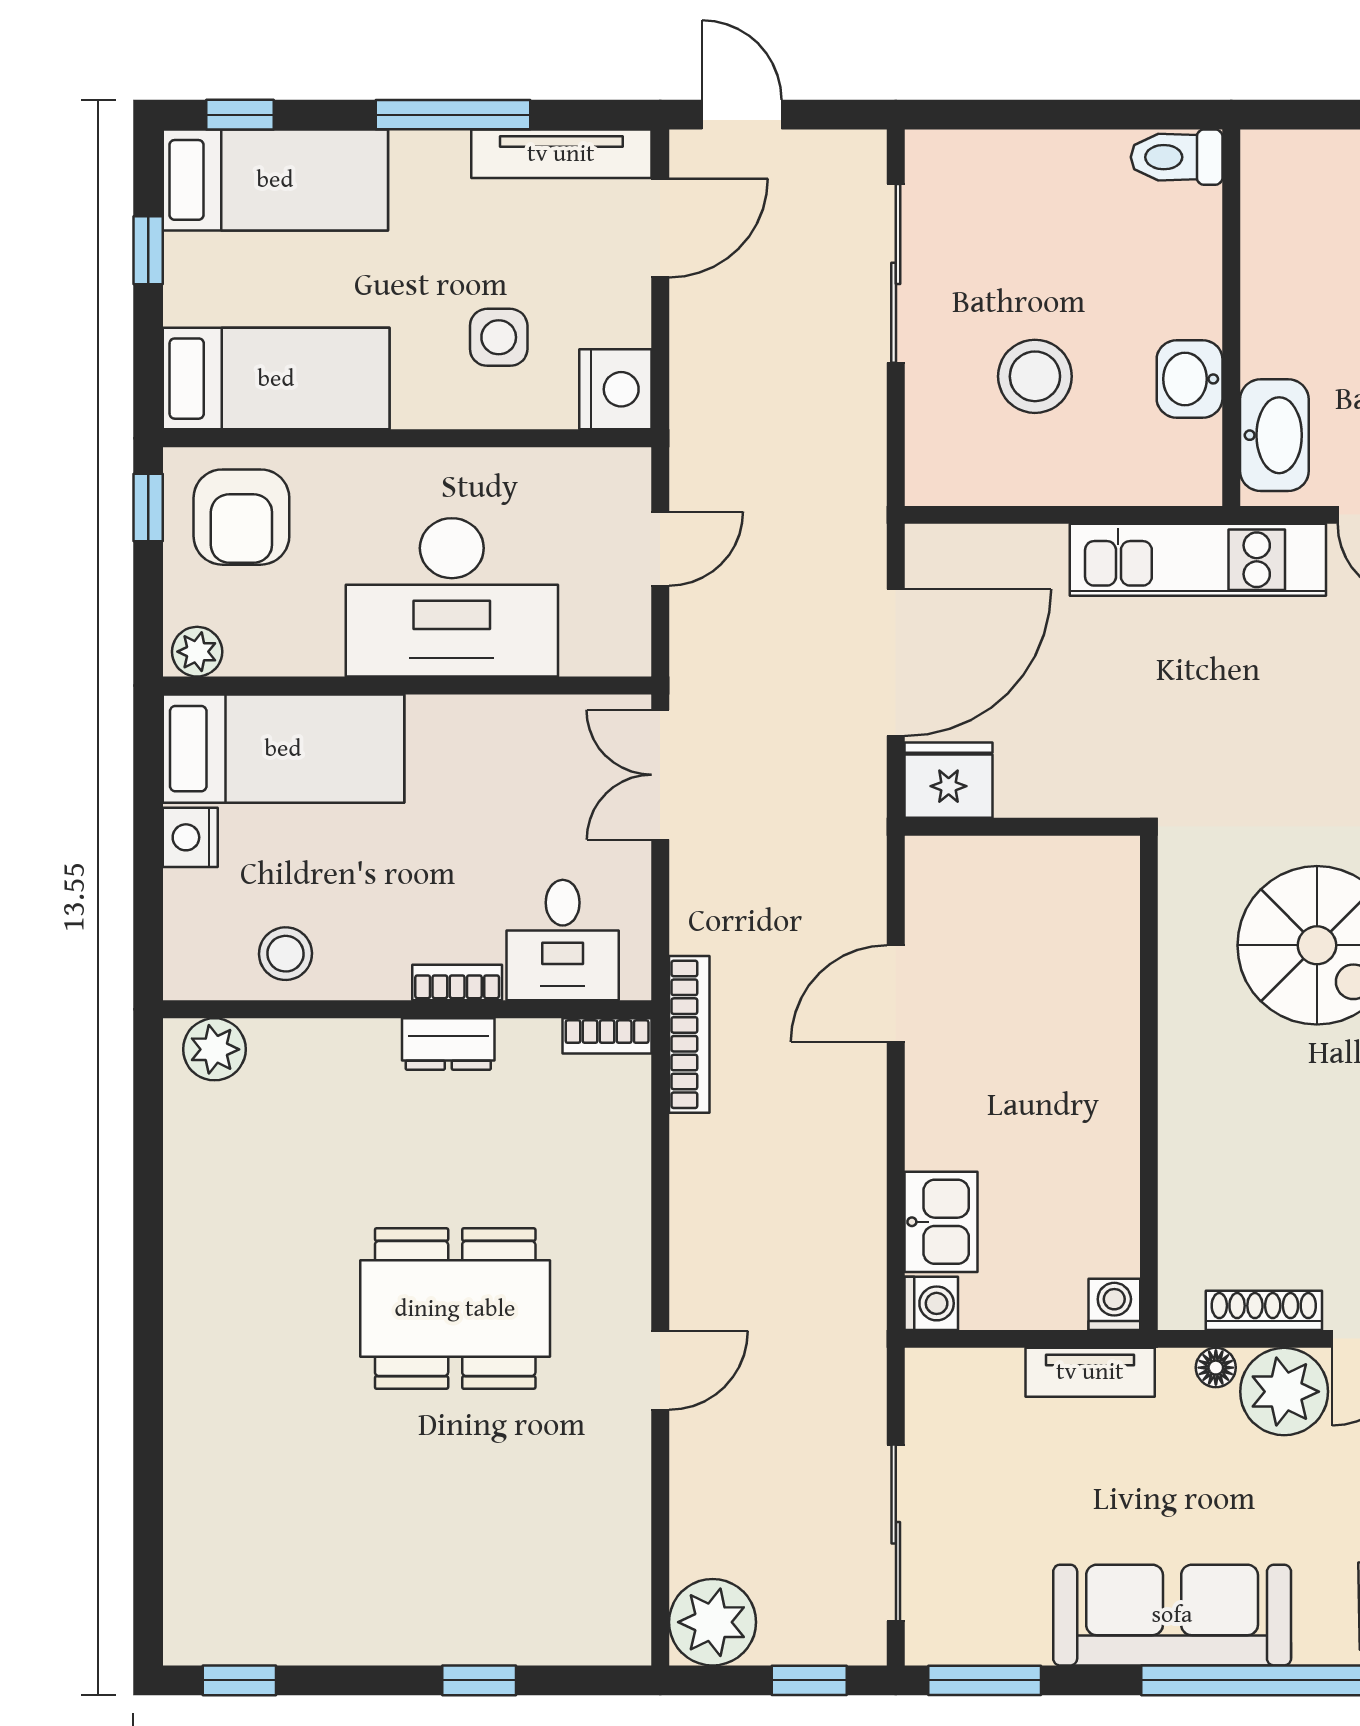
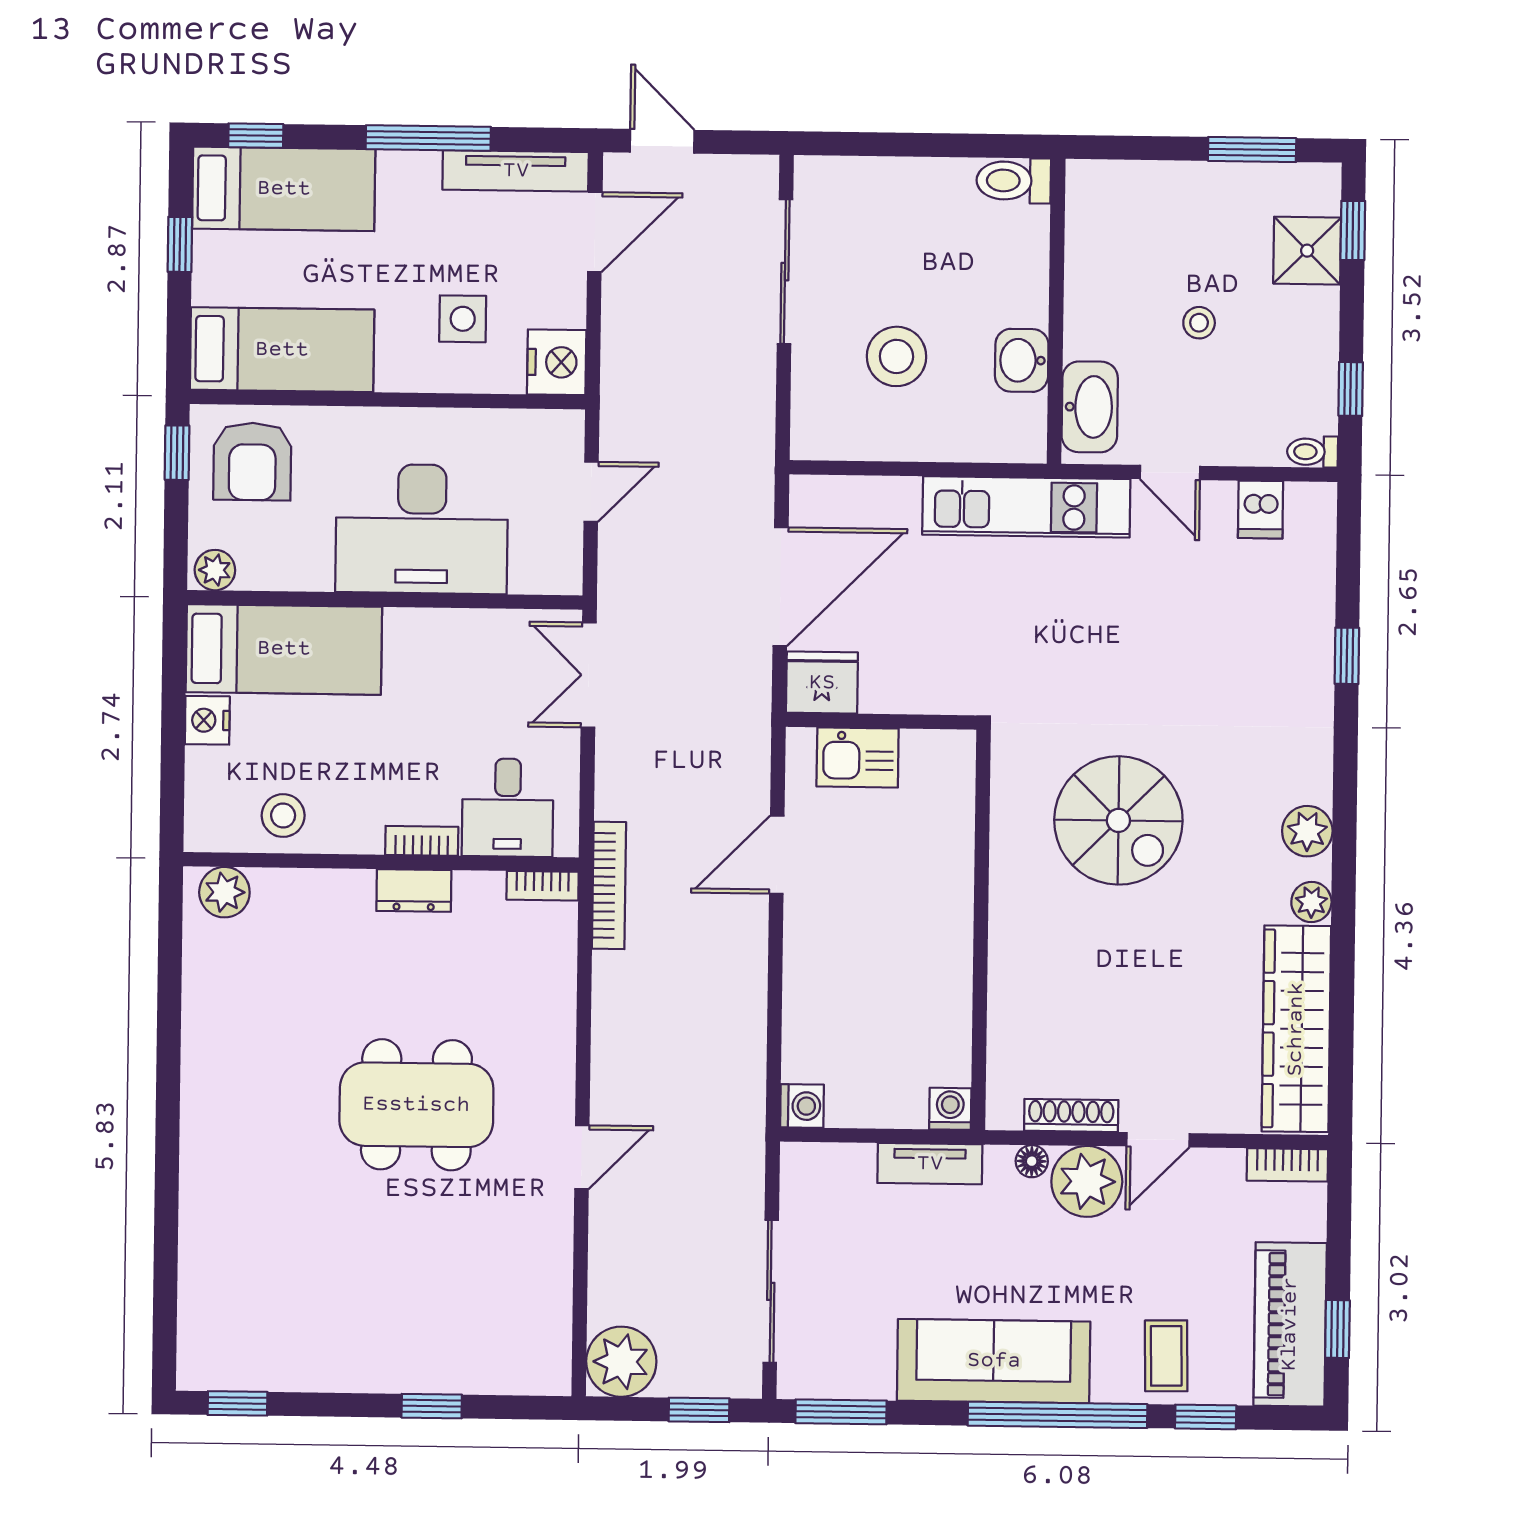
kitchen sink: (941, 1222) -> (858, 757), moved, turned 90

